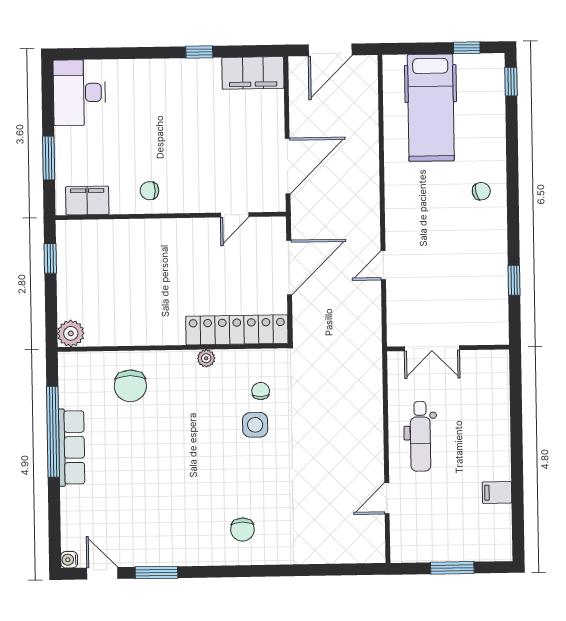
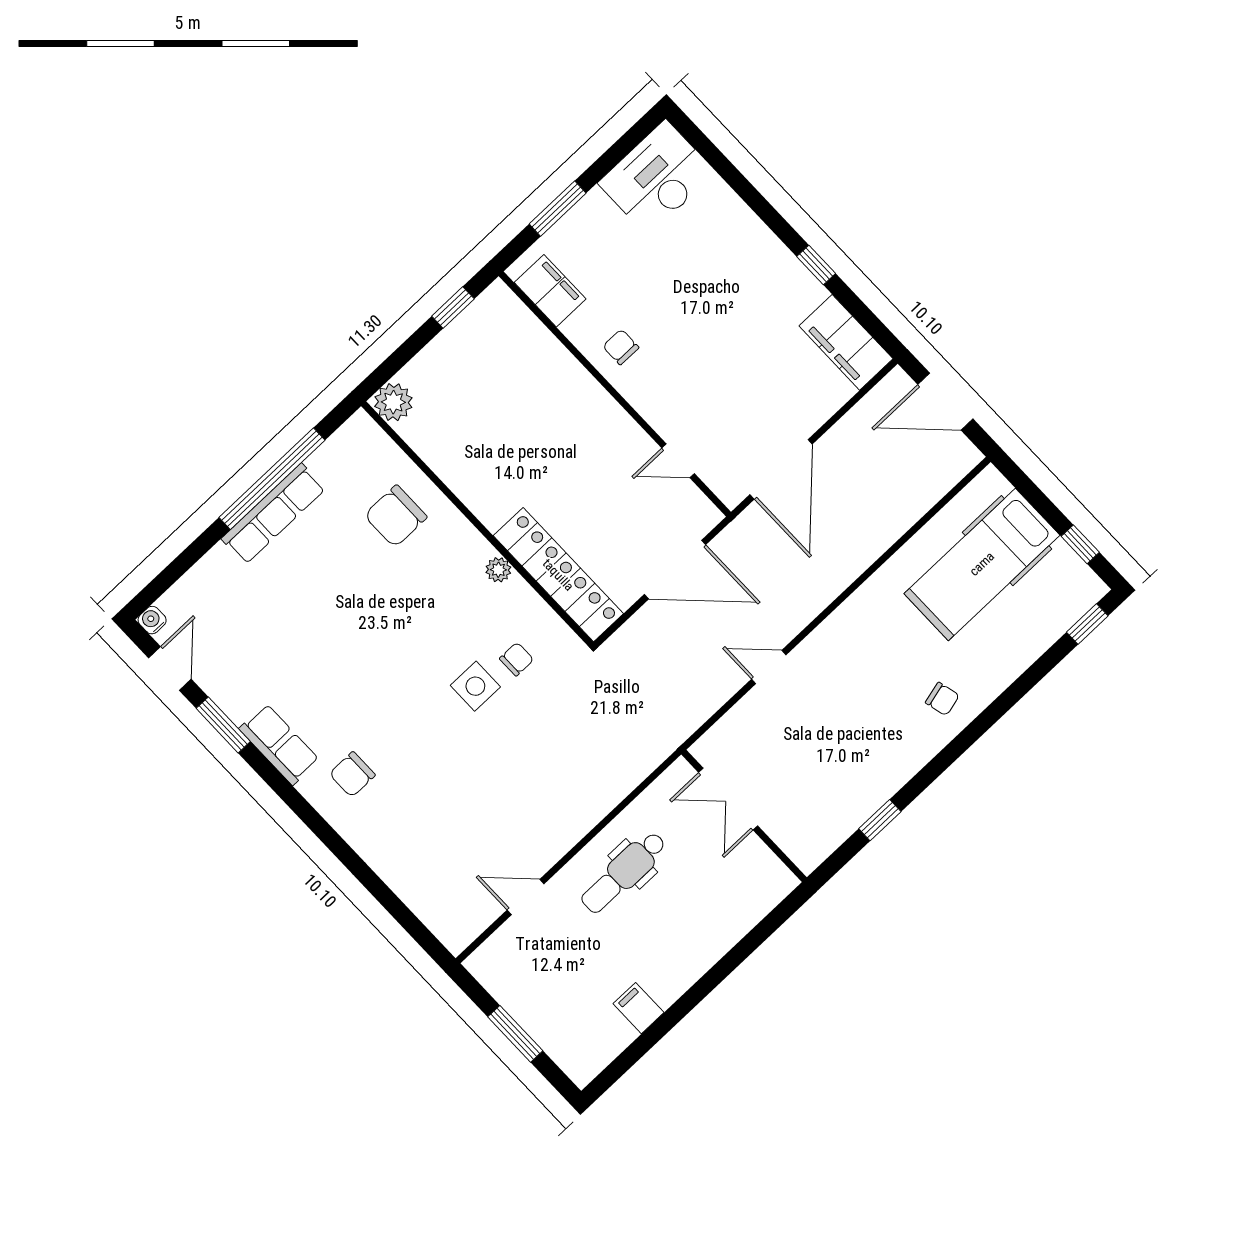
door: (288, 166) -> (781, 469), hinge flipped
row of seats: (193, 553) -> (279, 744), added

